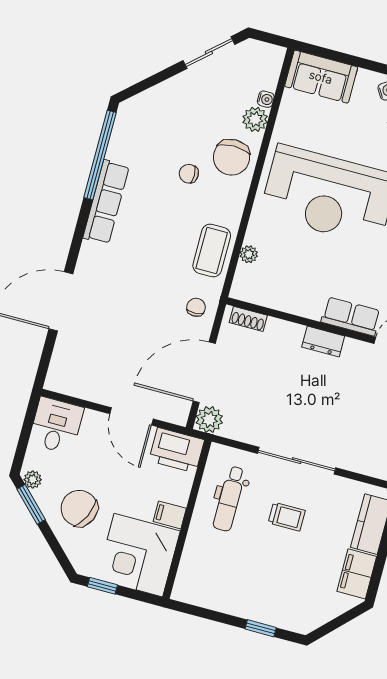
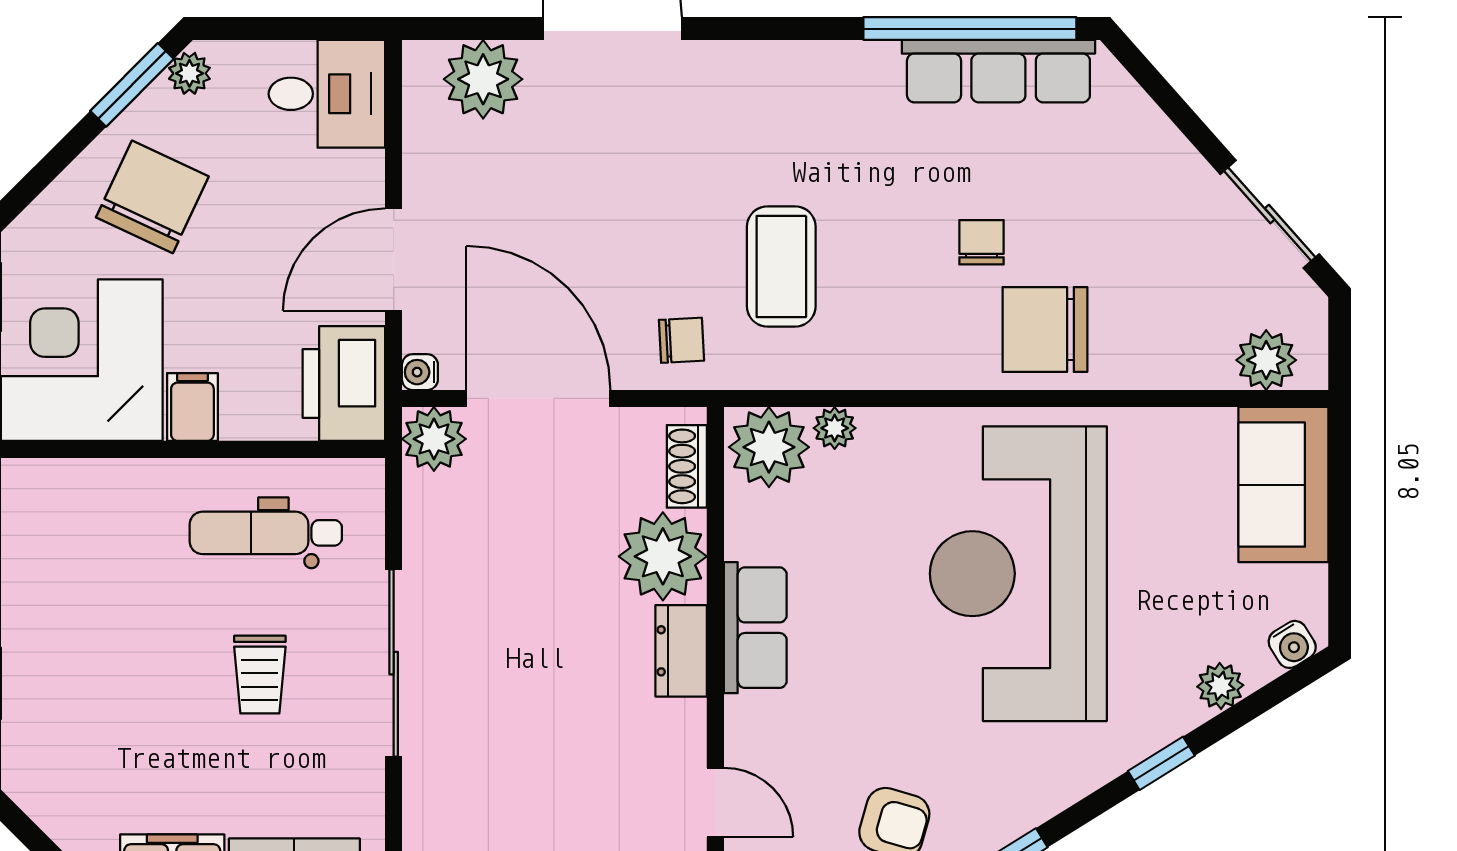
water cooler: (266, 99) -> (420, 372), moved, turned 90
plant: (255, 119) -> (1266, 360), moved
row of seats: (106, 202) -> (998, 71), moved
coffee table: (212, 251) -> (781, 266), moved, turned 90
plant: (249, 283) -> (769, 447), added
row of seats: (351, 316) -> (755, 628), moved
plant: (282, 339) -> (663, 556), added
plant: (67, 360) -> (483, 79), added

